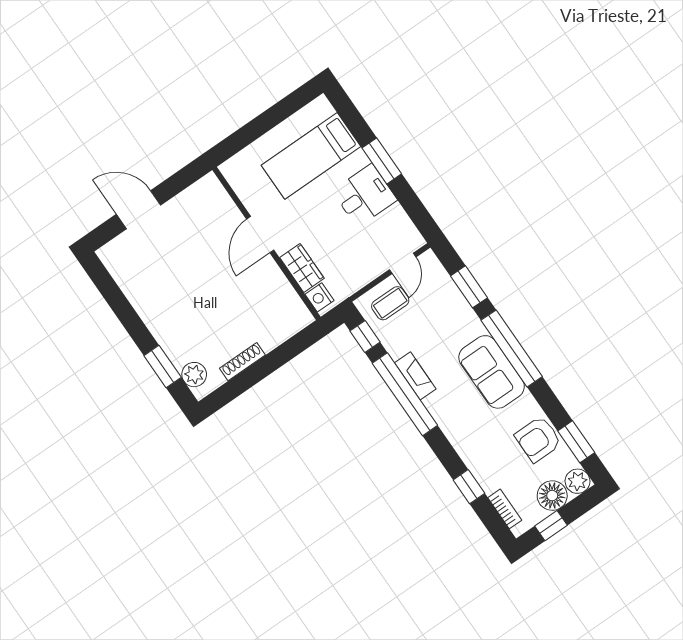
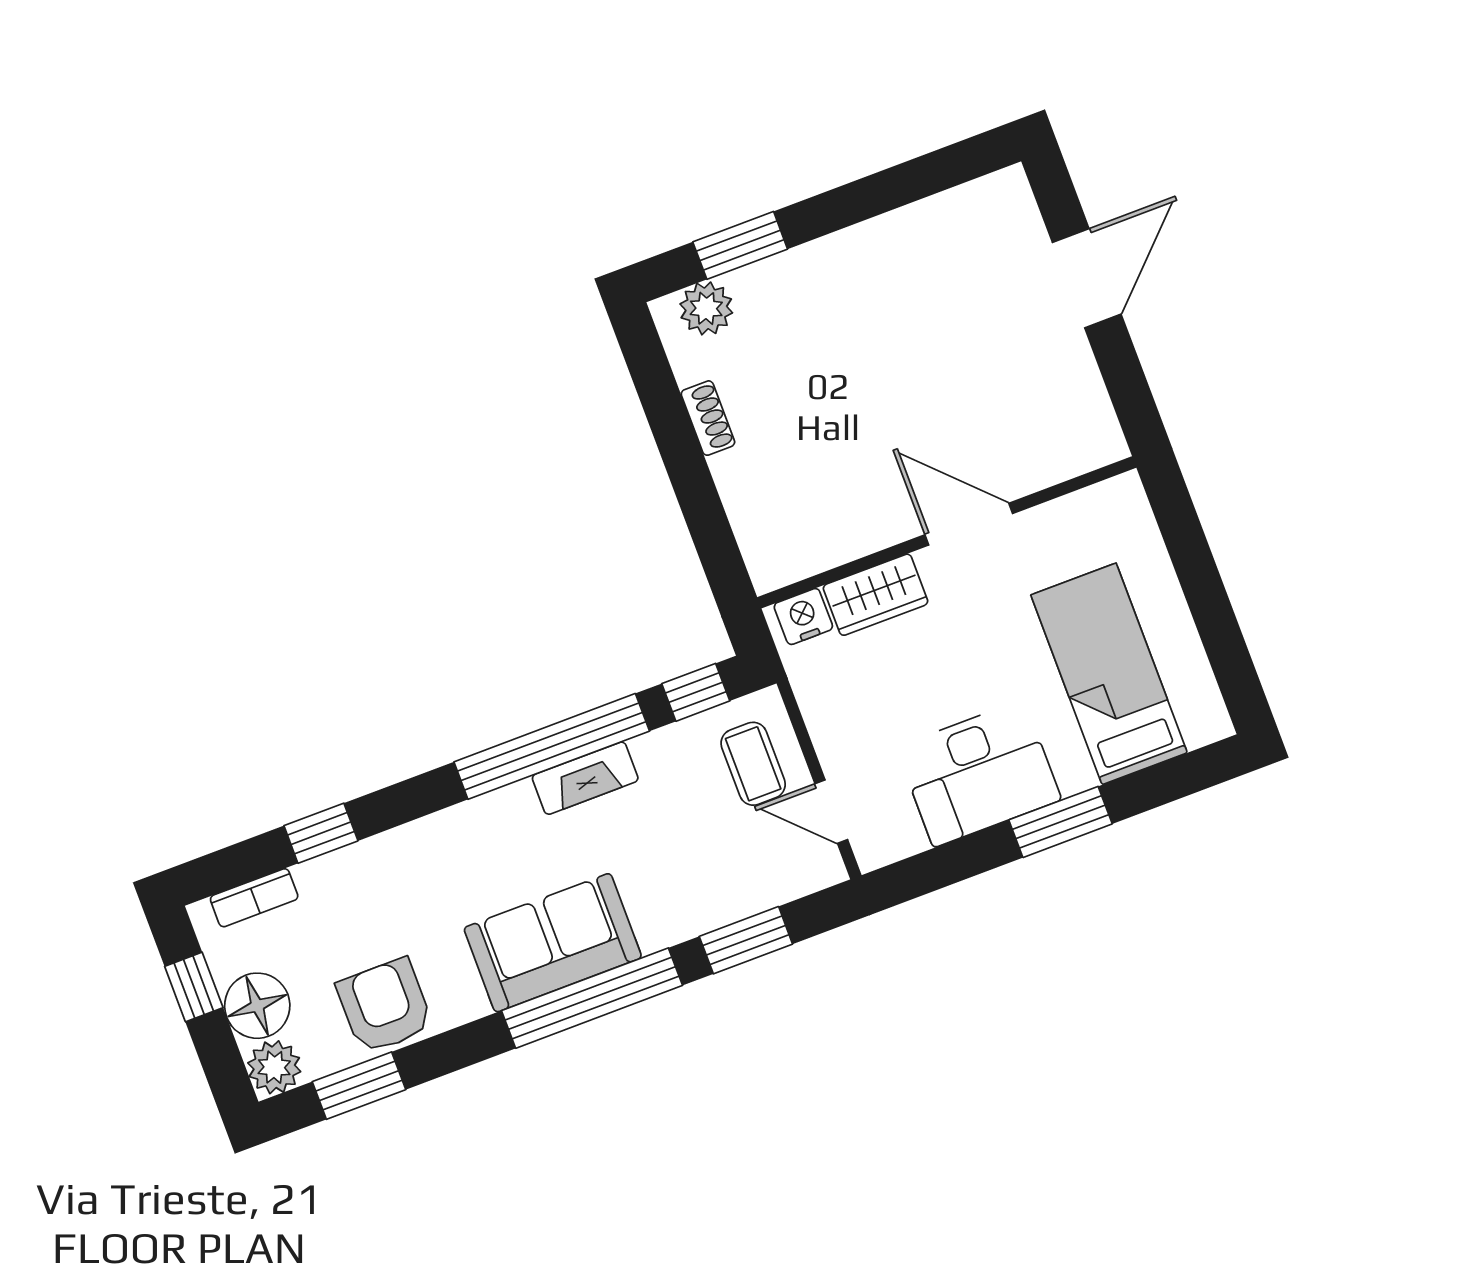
desk: (365, 195) -> (979, 773), width x1.37
shoe rack: (242, 362) -> (708, 418), width x0.70

